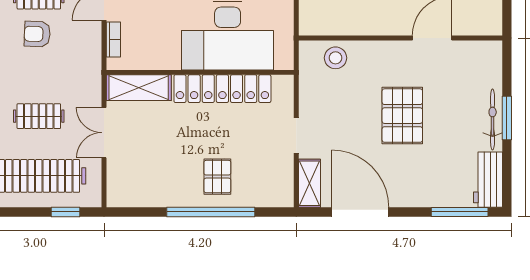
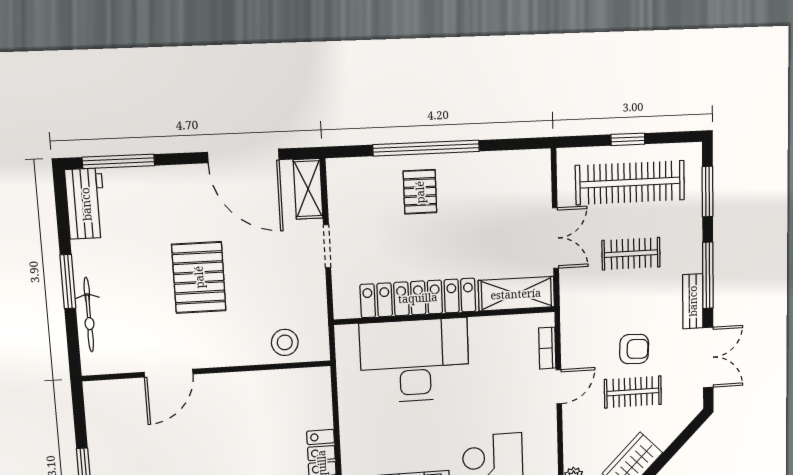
bicycle: (493, 119) -> (89, 315), moved
window: (66, 212) -> (628, 139), moved

